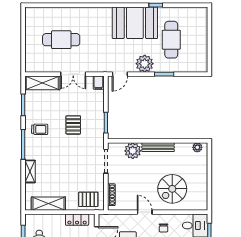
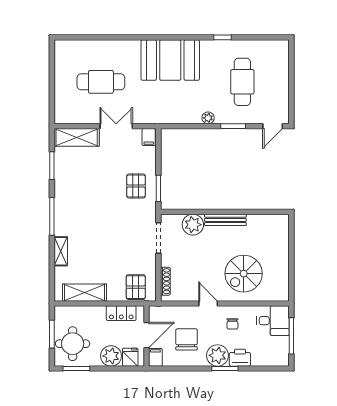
booth: (135, 23) -> (170, 60), moved
plant: (145, 64) -> (208, 118), width x0.53, depth x0.53
double door: (73, 74) -> (116, 126), swing flipped
door: (120, 74) -> (273, 126), moved
pallet: (73, 125) -> (136, 186), moved
trolley: (40, 129) -> (73, 197), removed
plant: (197, 147) -> (276, 220), removed
pallet: (88, 199) -> (136, 287), turned 90

